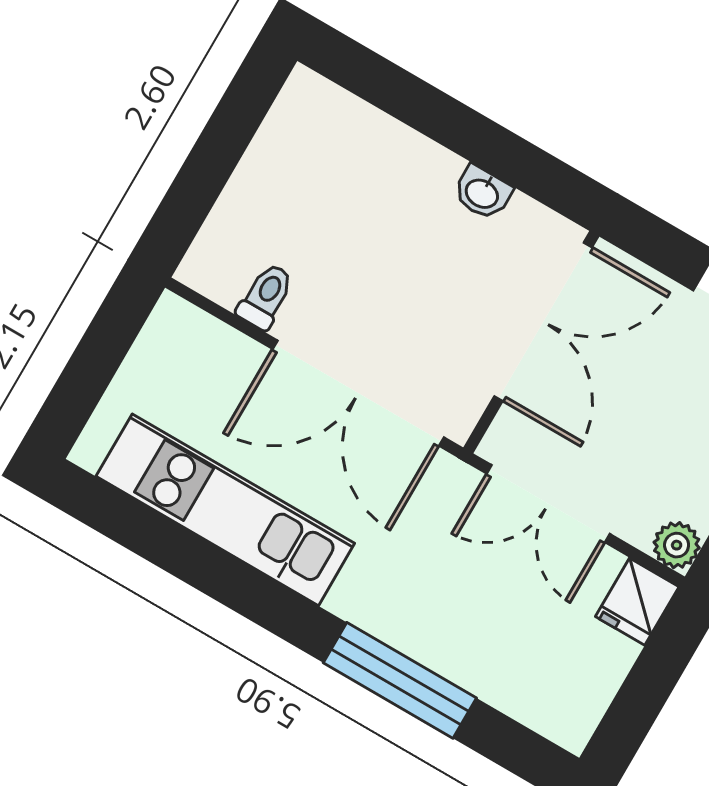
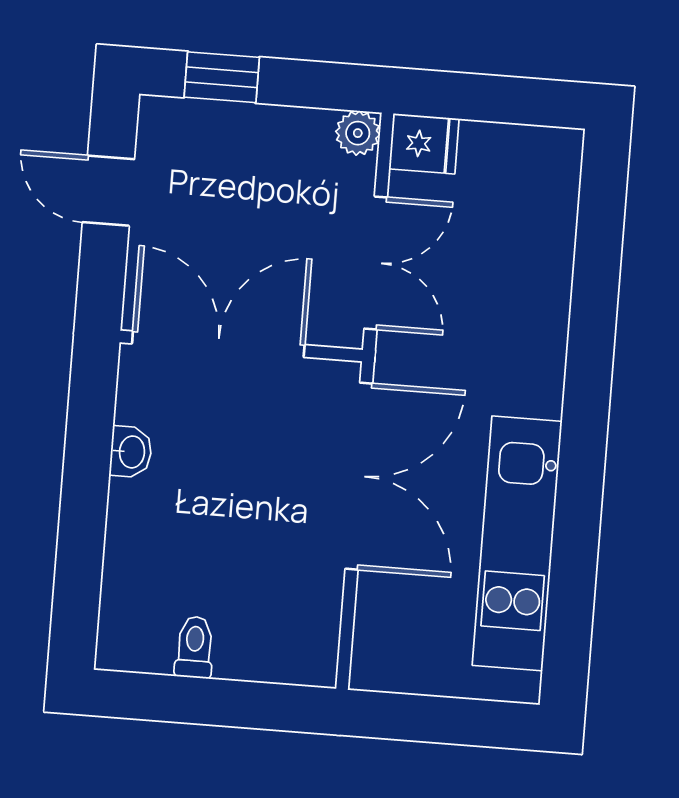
toilet: (266, 296) -> (195, 647), moved, turned 90
window: (400, 680) -> (593, 319), removed

